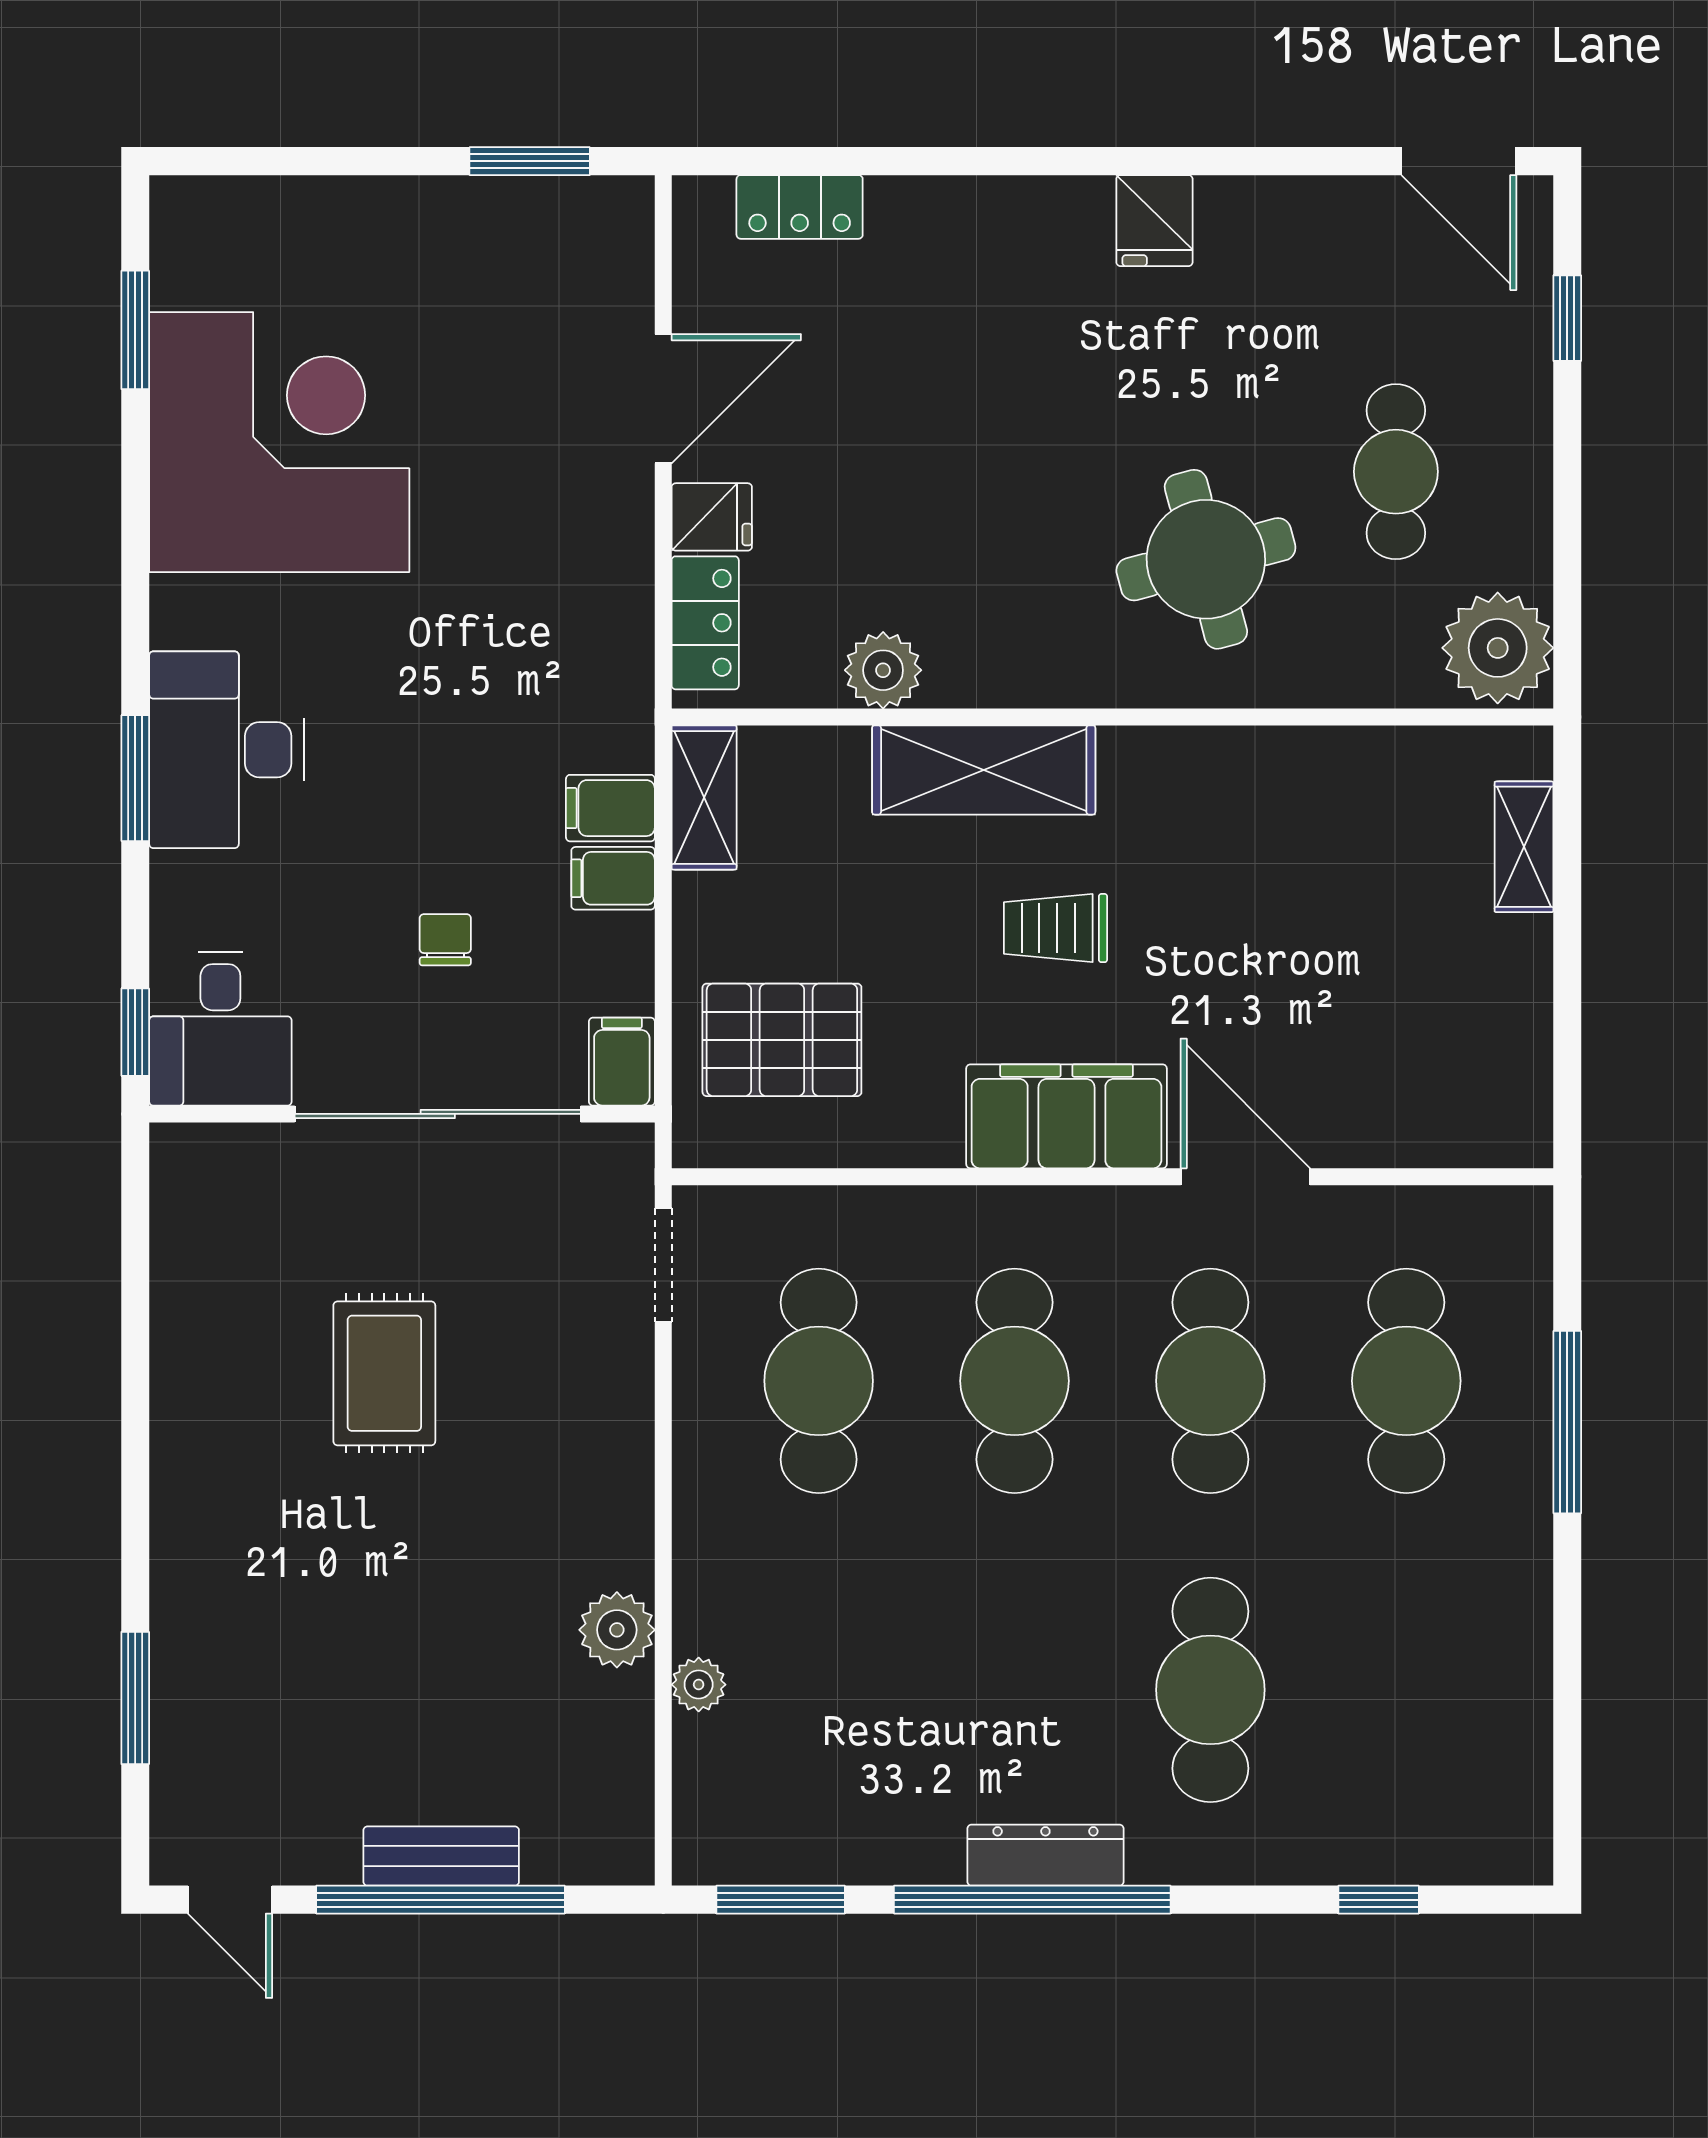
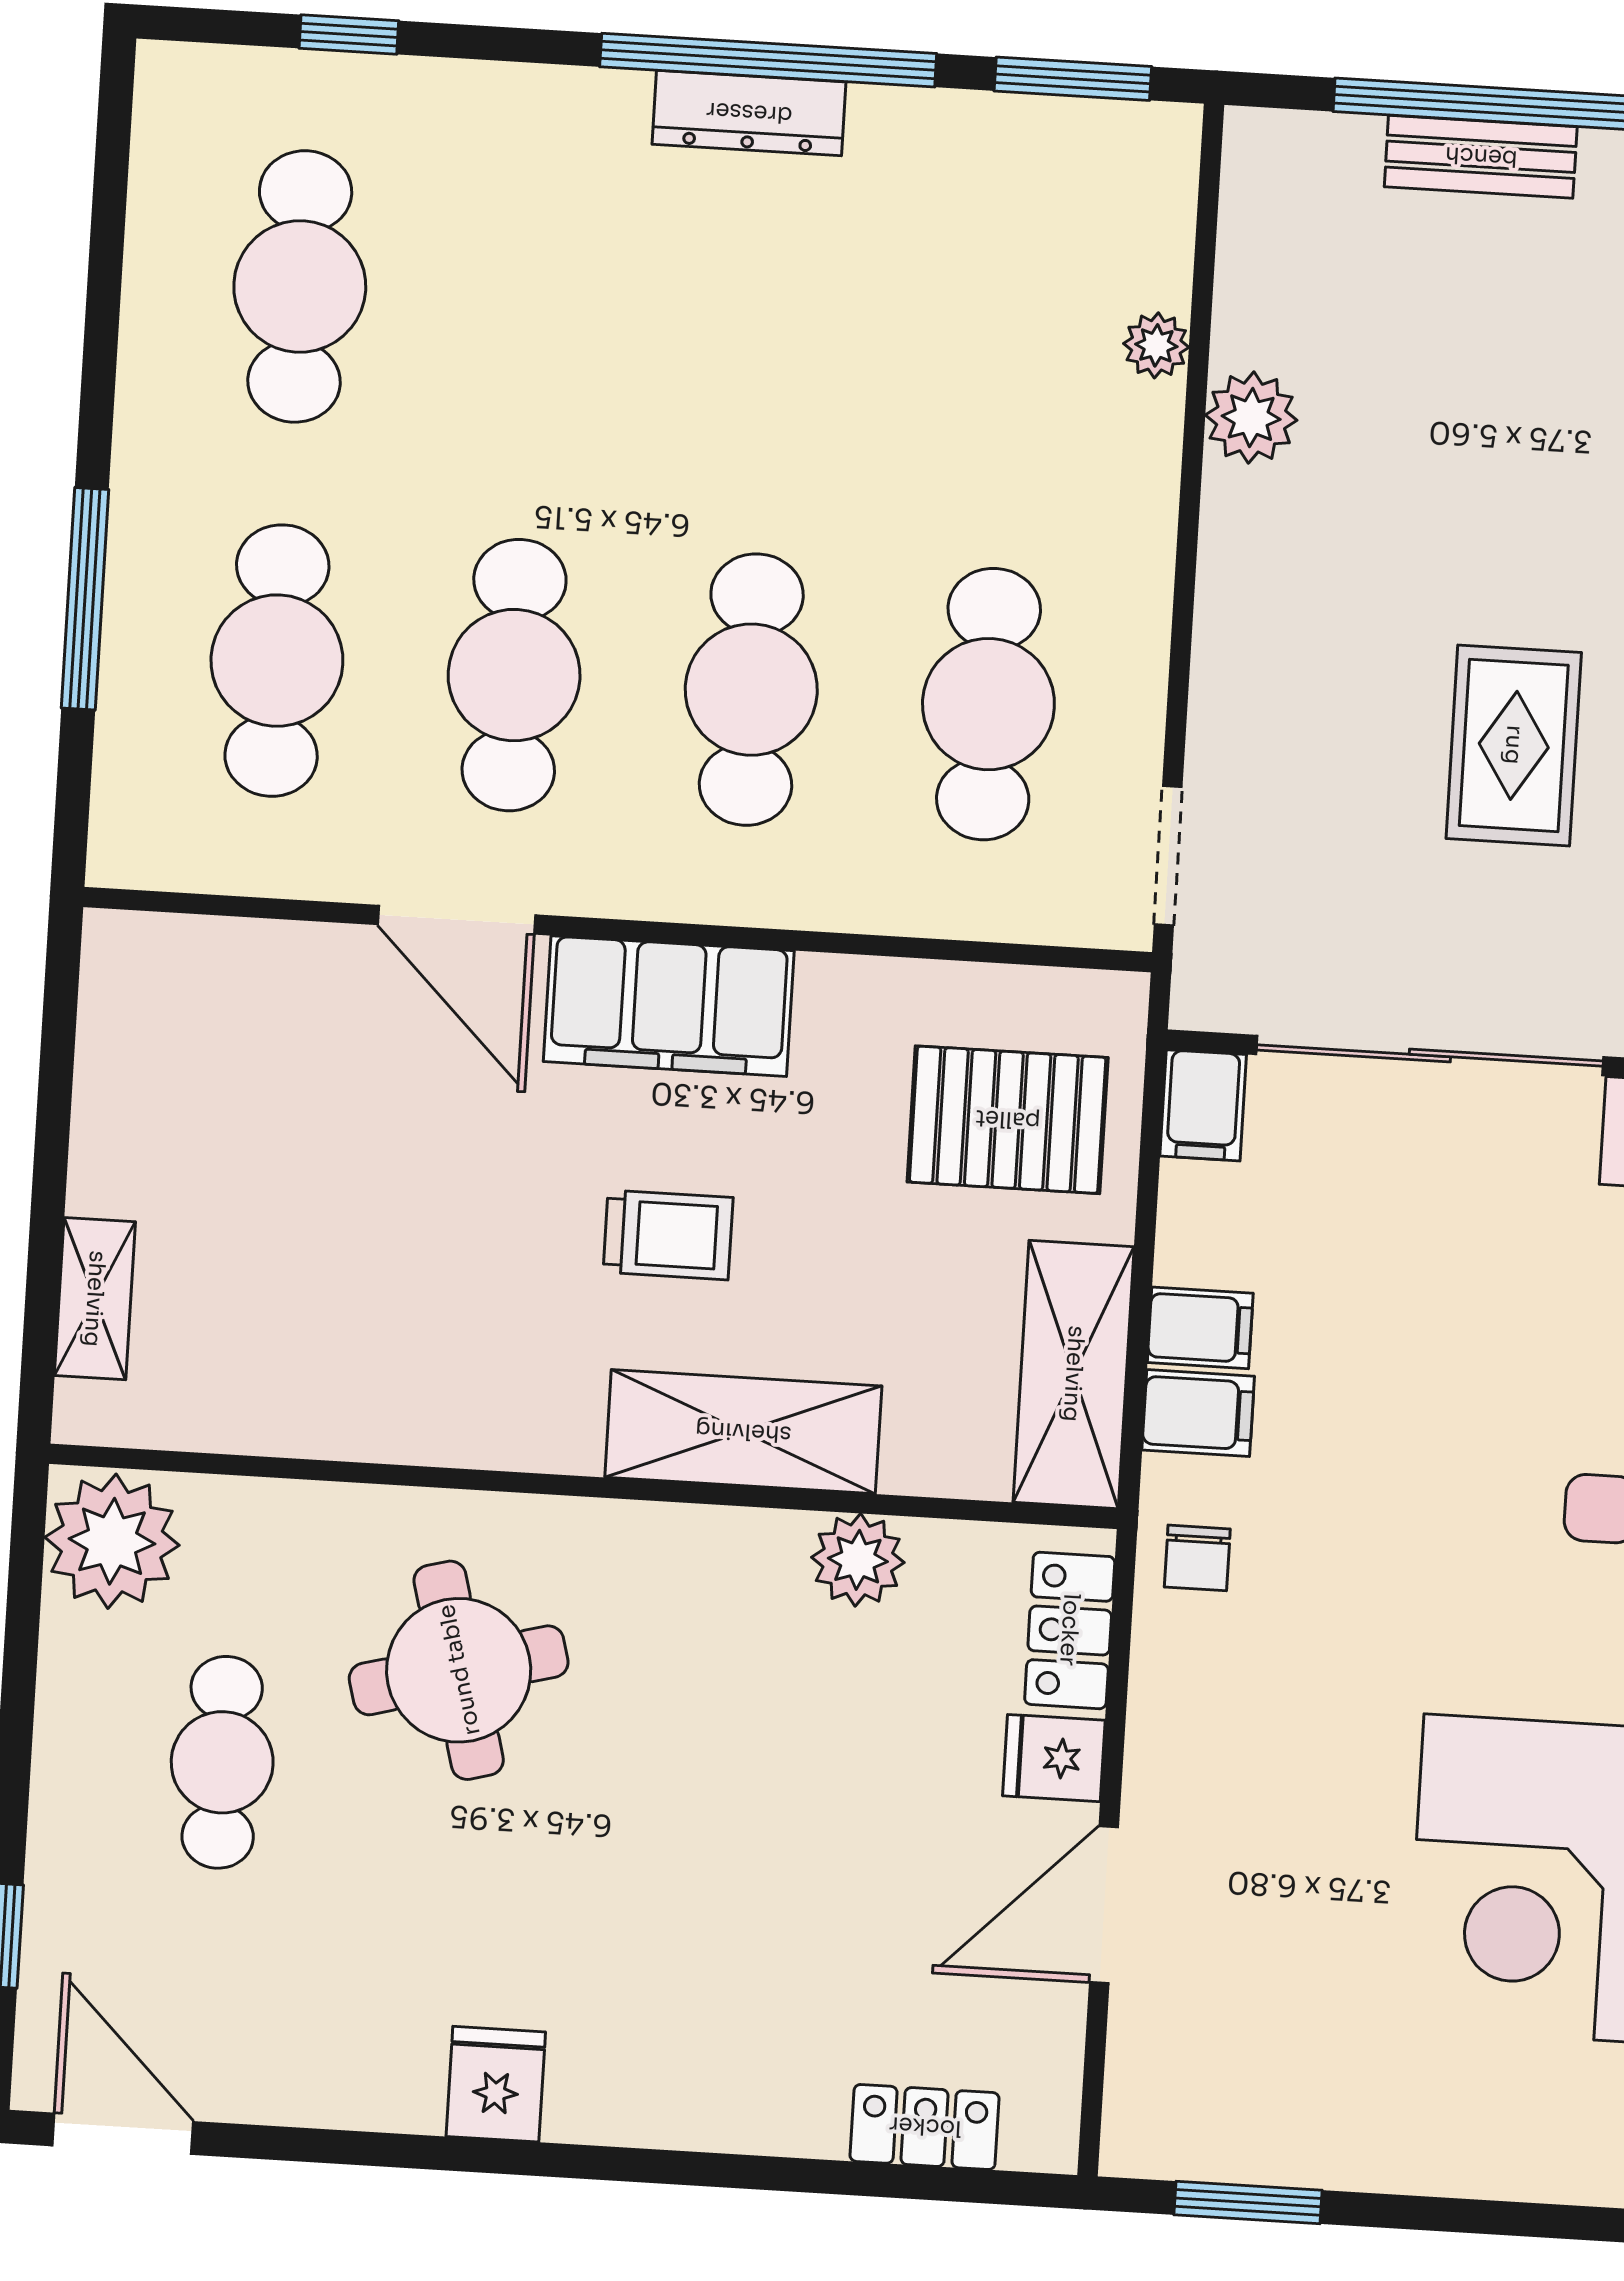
shelving: (704, 797) -> (1074, 1374), width x1.50, depth x1.33
chair: (445, 940) -> (1197, 1558), moved
cafe table: (1210, 1690) -> (300, 286), moved

